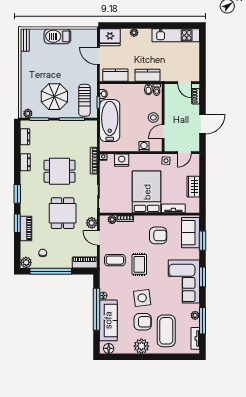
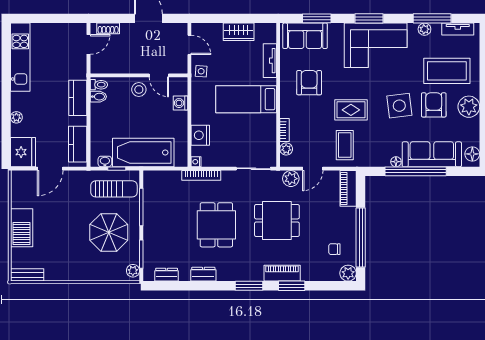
bed: (147, 192) -> (246, 99), width x0.67
piano: (26, 229) -> (282, 273), moved

